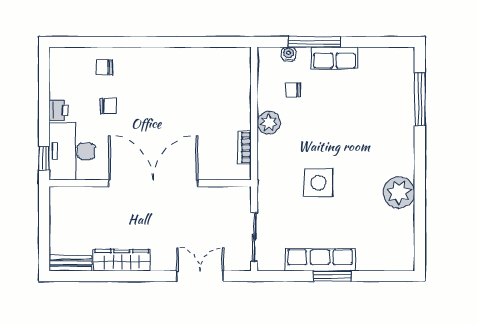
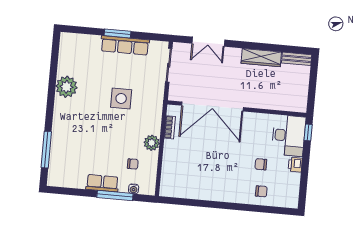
double door: (153, 183) -> (212, 106), moved

